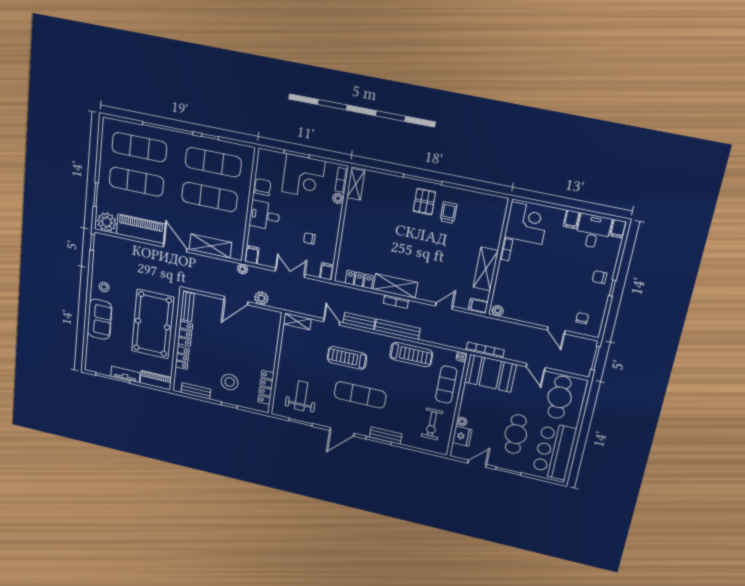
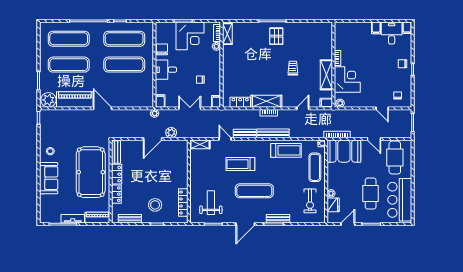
trolley: (449, 213) -> (293, 68), moved
corner desk: (527, 223) -> (347, 79), moved
shelving: (210, 246) -> (129, 101), removed

